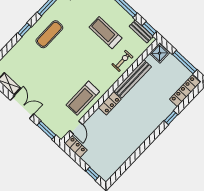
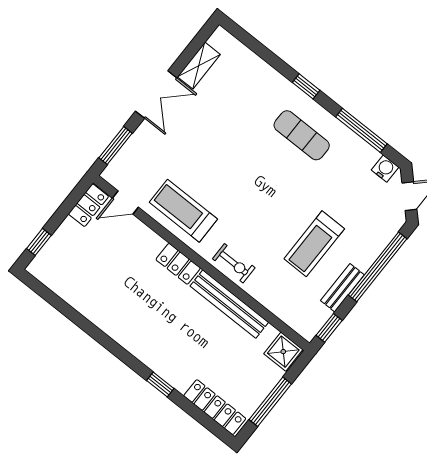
bench: (141, 31) -> (342, 288), moved
treadmill: (106, 33) -> (314, 244), turned 180
exercise bike: (122, 61) -> (234, 263), moved

